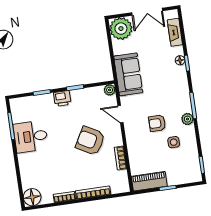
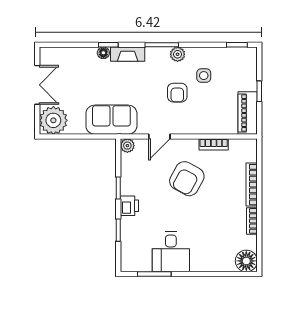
fireplace: (175, 32) -> (128, 54), moved

